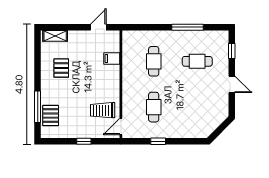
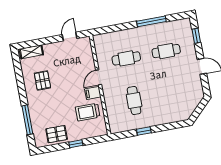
filing cabinet: (112, 59) -> (93, 93), moved
cafe table: (154, 61) -> (126, 58), turned 90
pallet: (51, 116) -> (57, 134), moved, turned 90
door: (121, 126) -> (99, 77), moved

